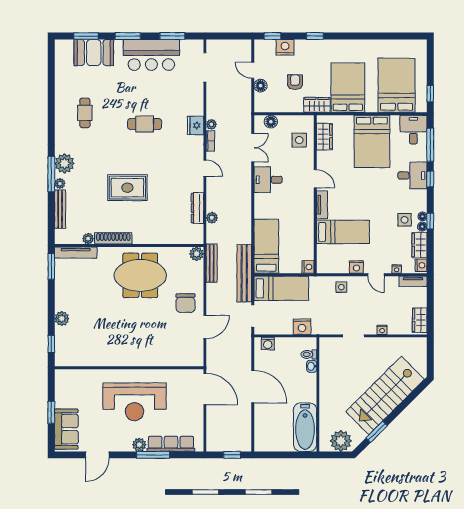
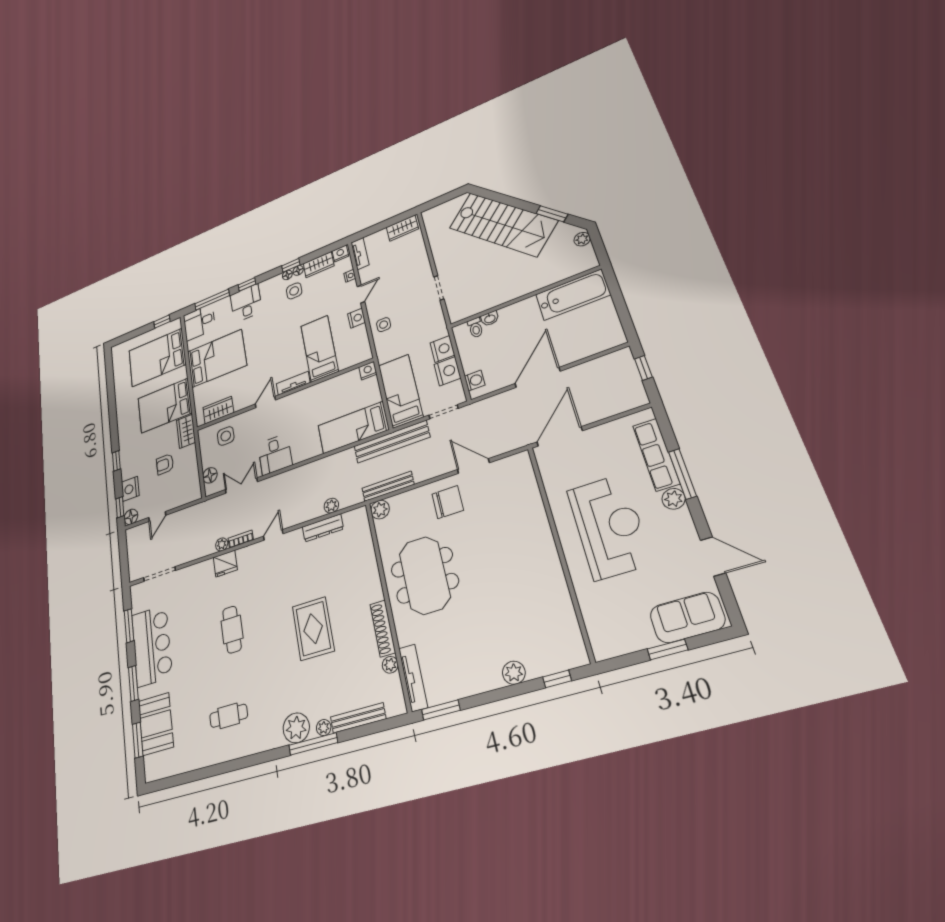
floor lamp: (261, 86) -> (131, 517), moved
nightstand: (382, 330) -> (447, 371), moved, width x1.89, depth x1.79
plant: (341, 441) -> (582, 239), width x0.53, depth x0.53

